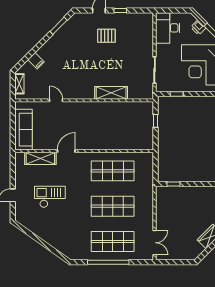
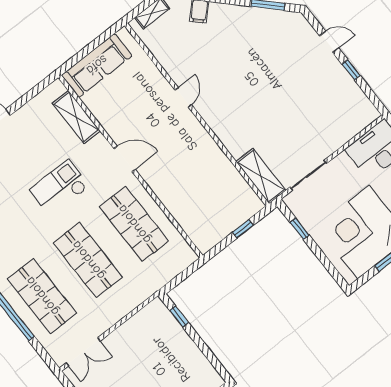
pallet: (106, 36) -> (304, 77), removed
shelving: (111, 93) -> (261, 176), moved
door: (56, 100) -> (183, 97), moved
door: (66, 151) -> (125, 159), moved
checkout: (50, 197) -> (60, 188), moved, turned -90

